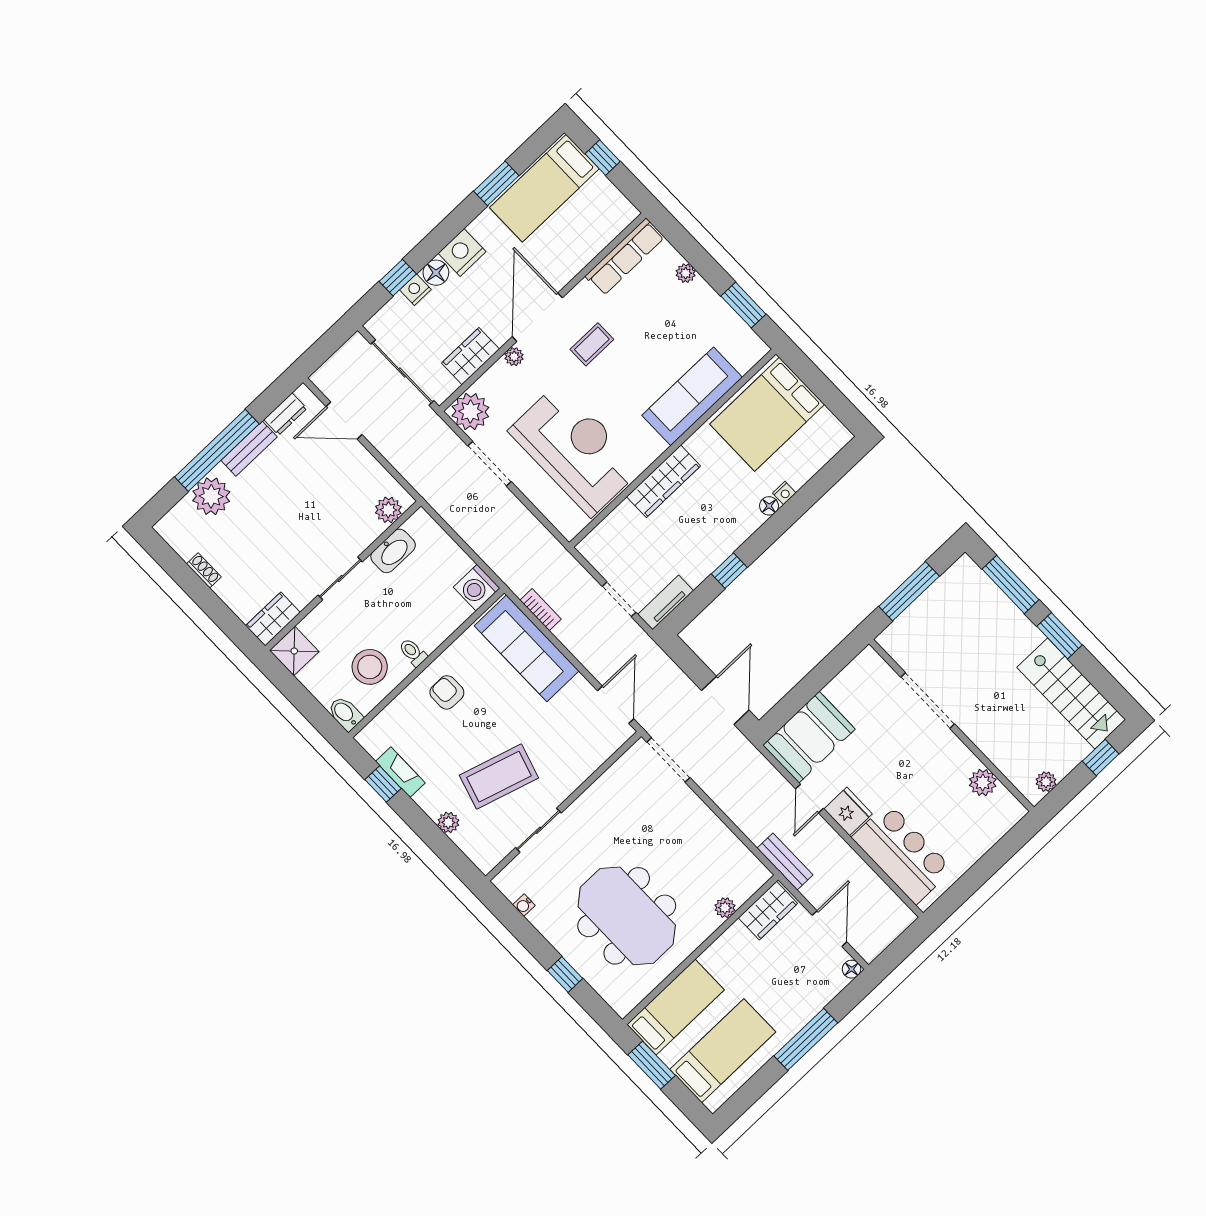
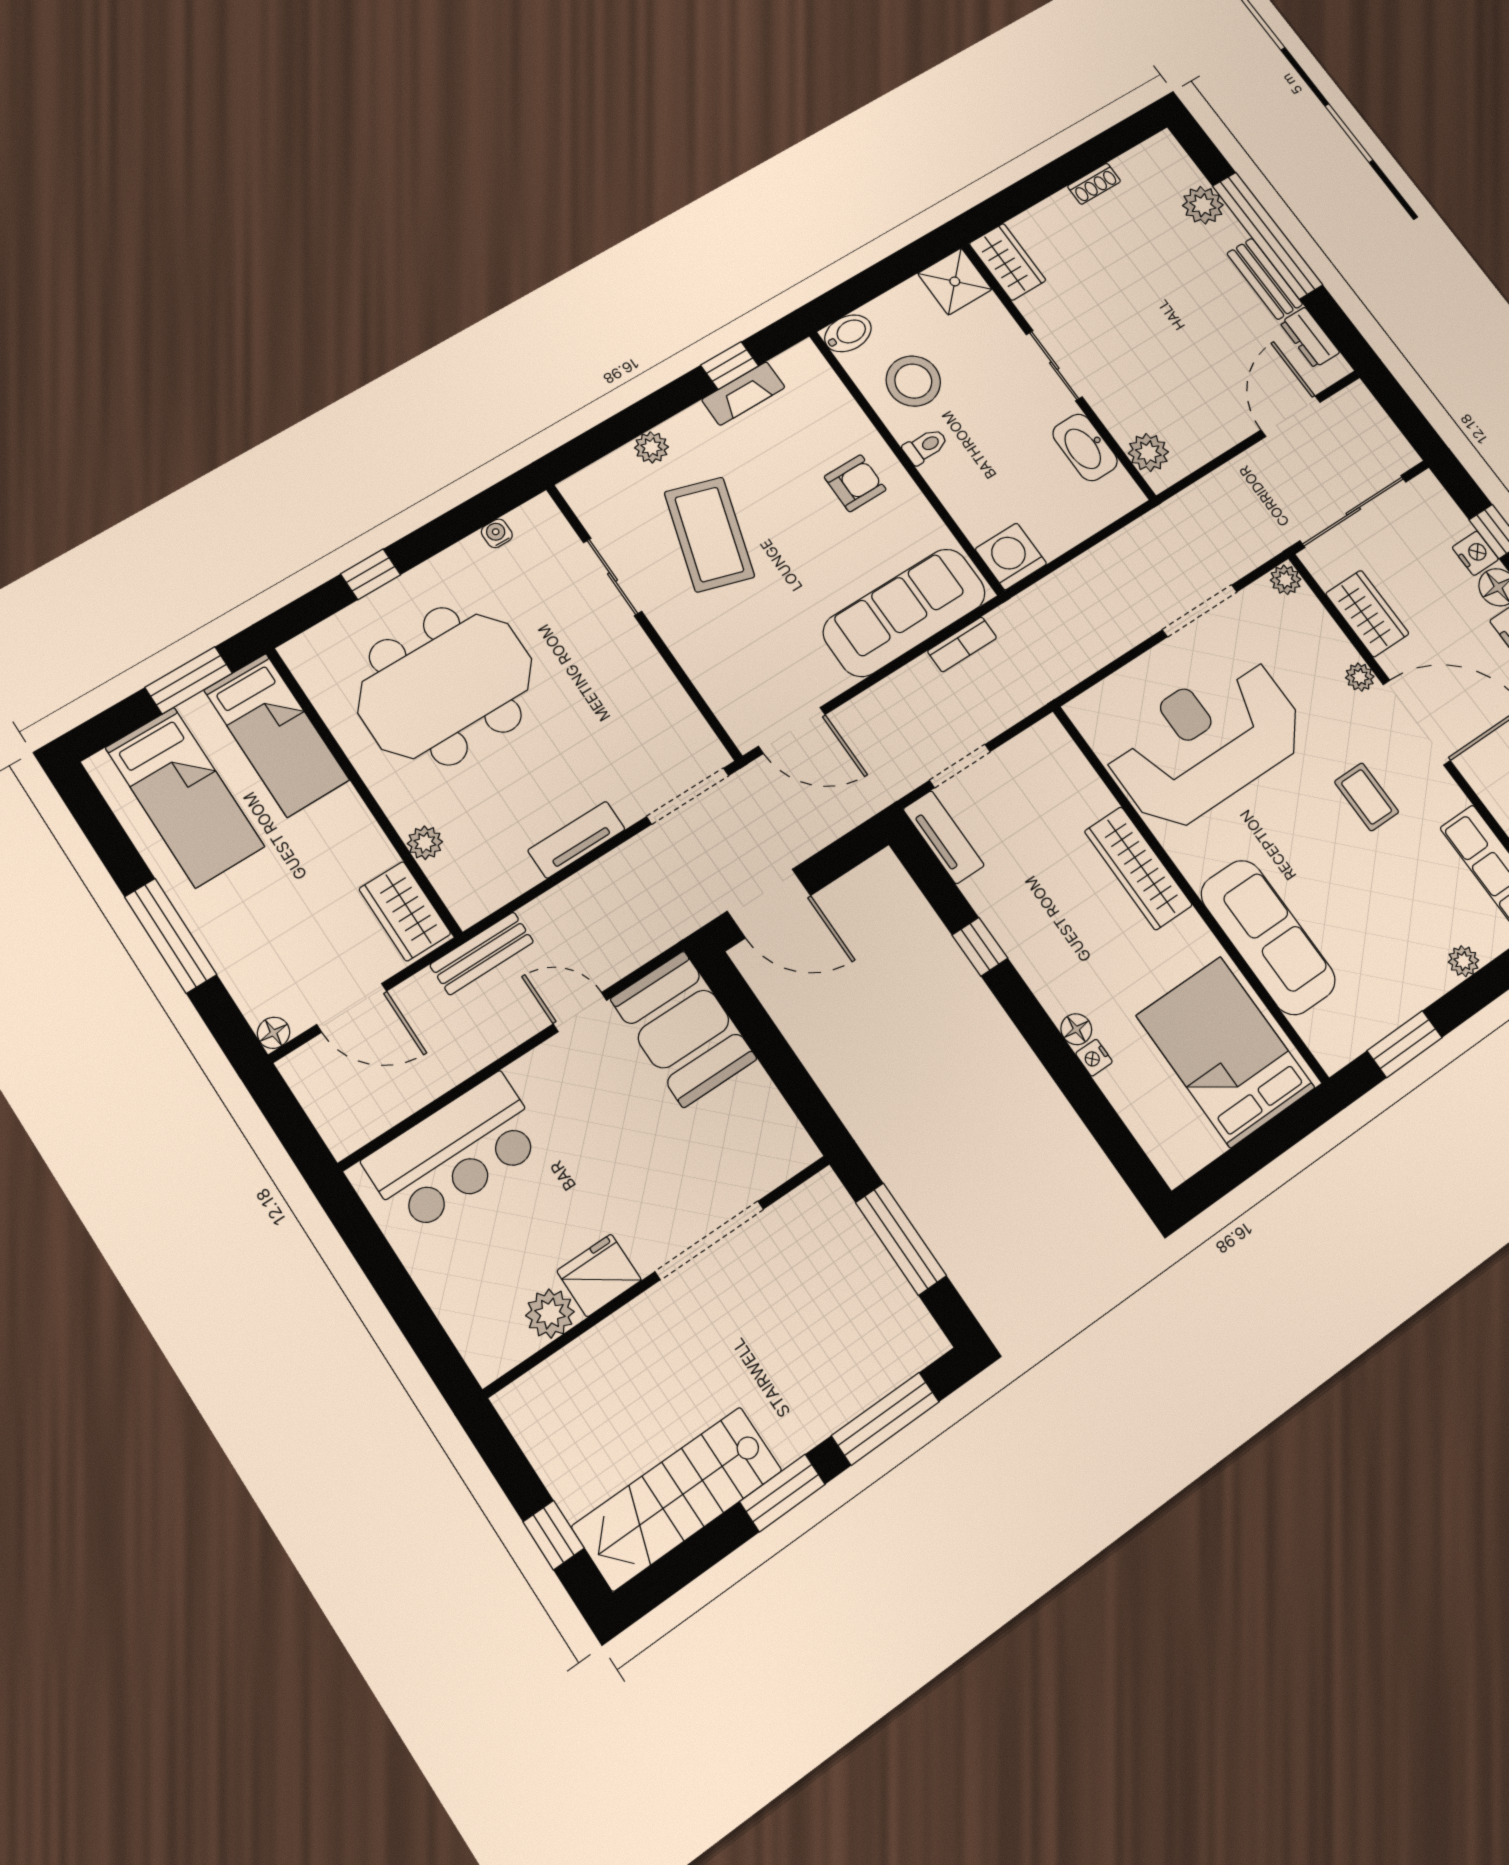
plant: (470, 412) -> (1286, 580), width x0.53, depth x0.53
reception desk: (575, 450) -> (1206, 742), turned 180
plant: (211, 496) -> (1203, 205), width x0.73, depth x0.73
plant: (1046, 782) -> (530, 1427), removed
fridge: (848, 811) -> (599, 1275), moved, turned 180
tv unit: (707, 820) -> (576, 840), added

